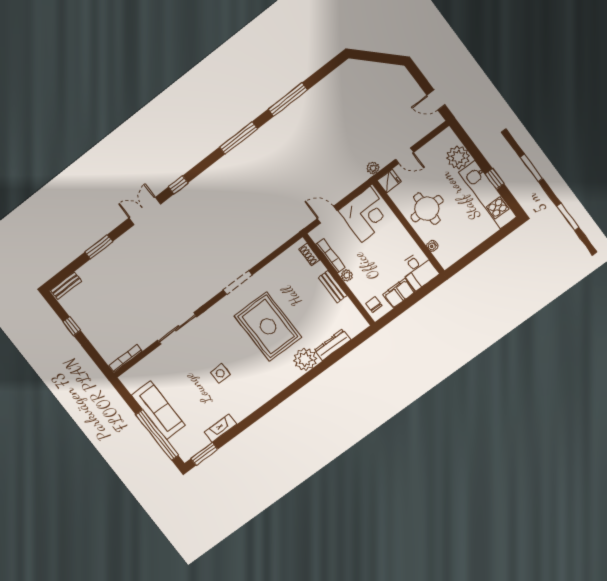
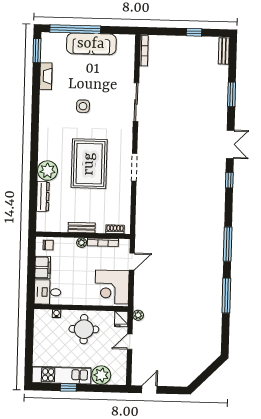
rug: (268, 327) -> (89, 164), turned 90

